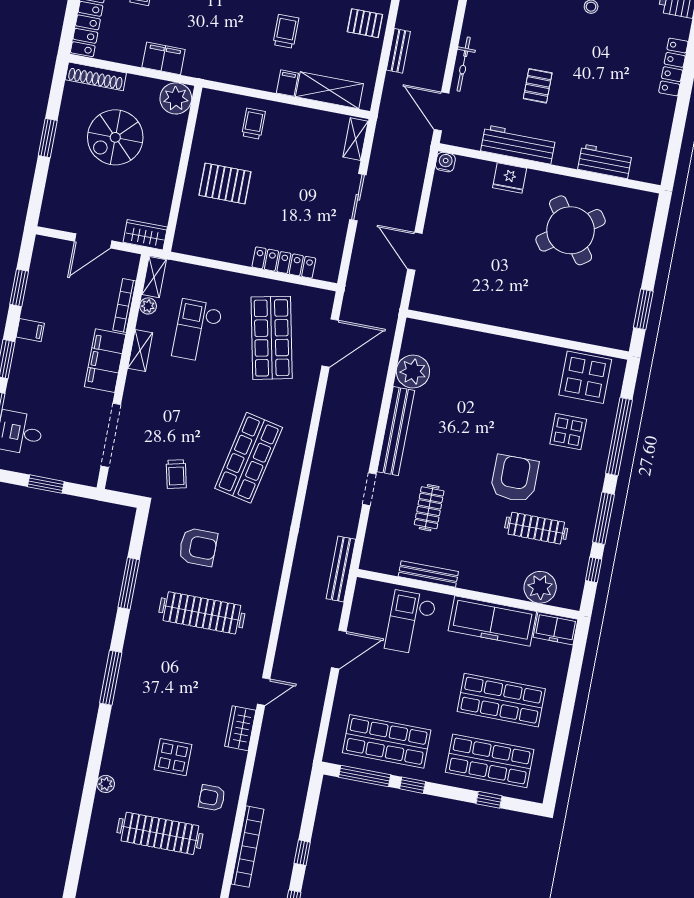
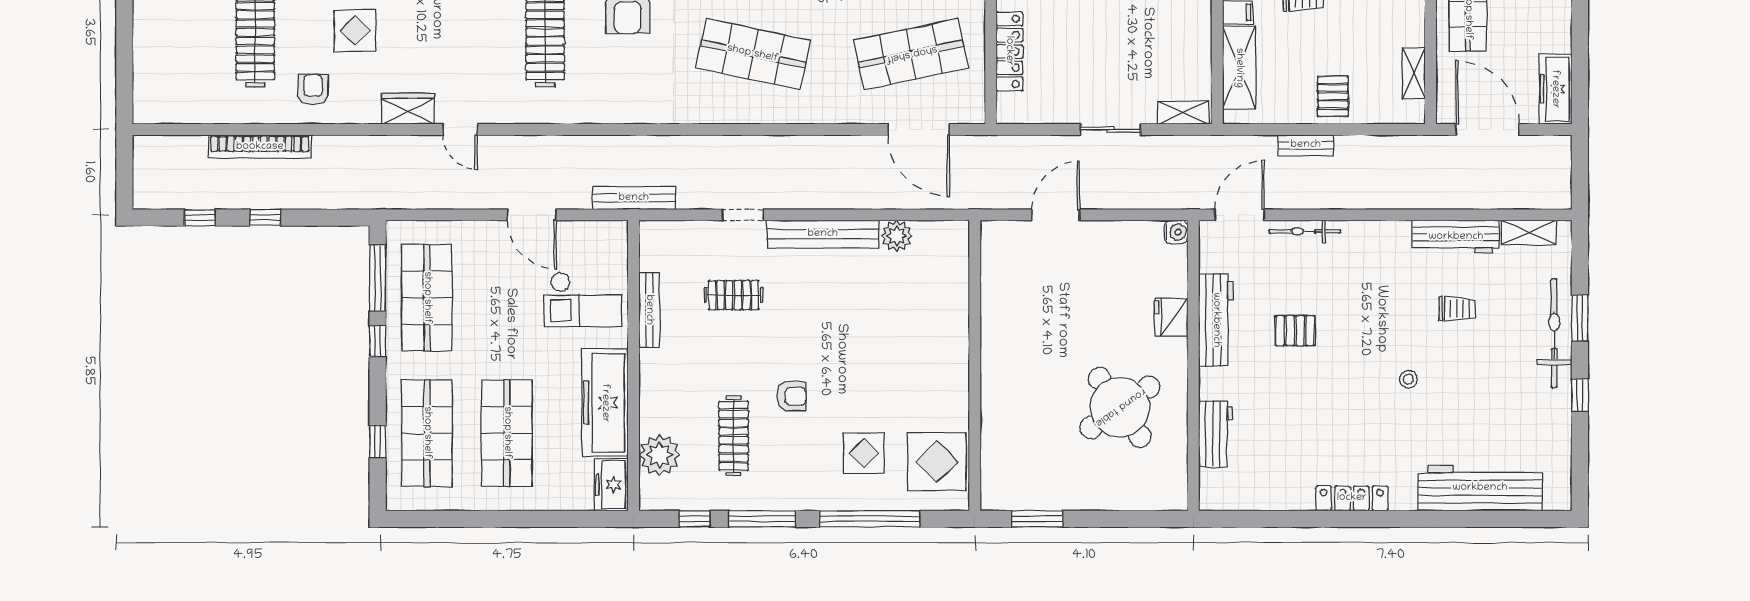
plant: (413, 372) -> (897, 236), width x0.73, depth x0.73
armchair: (514, 478) -> (791, 396), width x0.53, depth x0.53
checkout: (411, 623) -> (583, 299), turned 180

